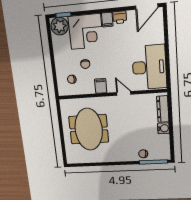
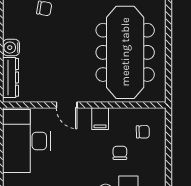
meeting table: (89, 129) -> (125, 52), width x1.36

